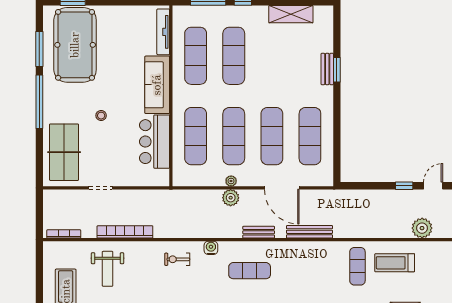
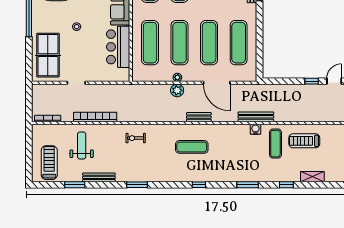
plant: (422, 228) -> (325, 114), removed
bench: (309, 232) -> (256, 117), moved
water cooler: (211, 248) -> (255, 129), moved
weight bench: (108, 269) -> (82, 146), turned 180

